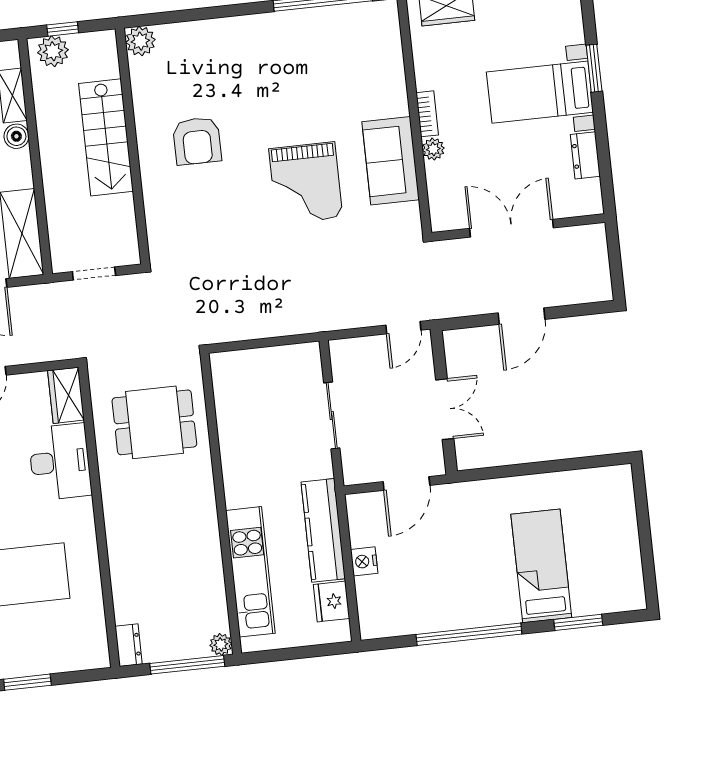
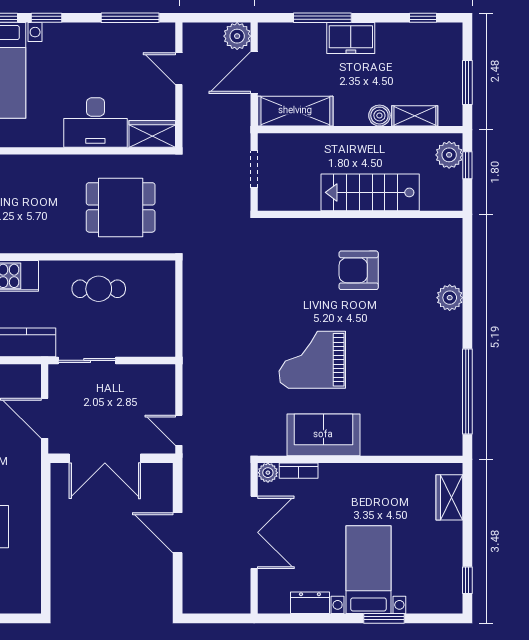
plant: (140, 41) -> (450, 298), moved
bookcase: (427, 114) -> (299, 471), moved
plant: (433, 149) -> (268, 473), moved
double door: (445, 409) -> (105, 458), width x1.37
sliding door: (332, 415) -> (87, 360), moved
dining table: (154, 422) -> (121, 207), turned 90
cafe table: (251, 437) -> (99, 289), added

